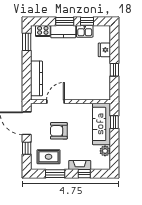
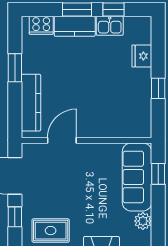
window: (27, 42) -> (15, 68), moved
armchair: (59, 131) -> (67, 188), removed

